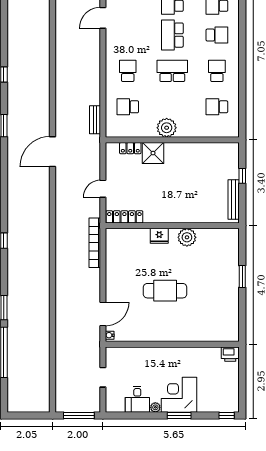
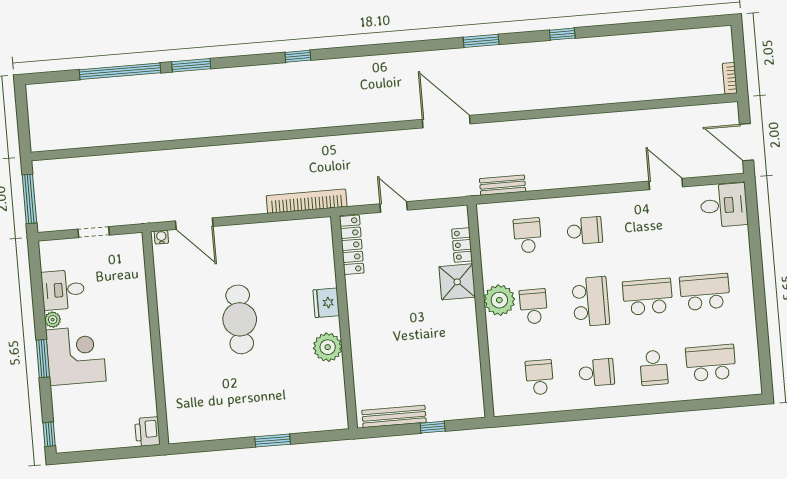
school desk: (172, 107) -> (533, 306), added

